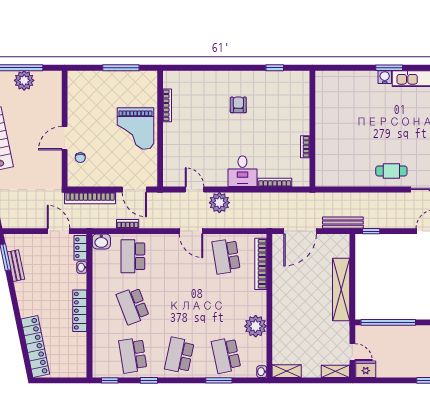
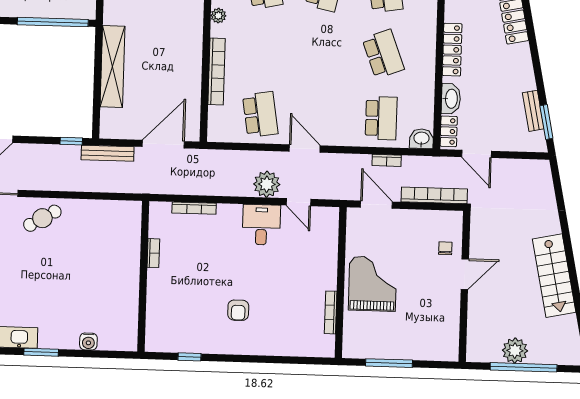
water cooler: (385, 77) -> (88, 341), moved
desk: (242, 171) -> (261, 225), moved
cafe table: (391, 171) -> (42, 218), turned -30
bookcase: (261, 264) -> (217, 71), moved
washbasin: (82, 267) -> (451, 99), width x1.91, depth x1.45
plant: (256, 326) -> (218, 16), width x0.53, depth x0.53

